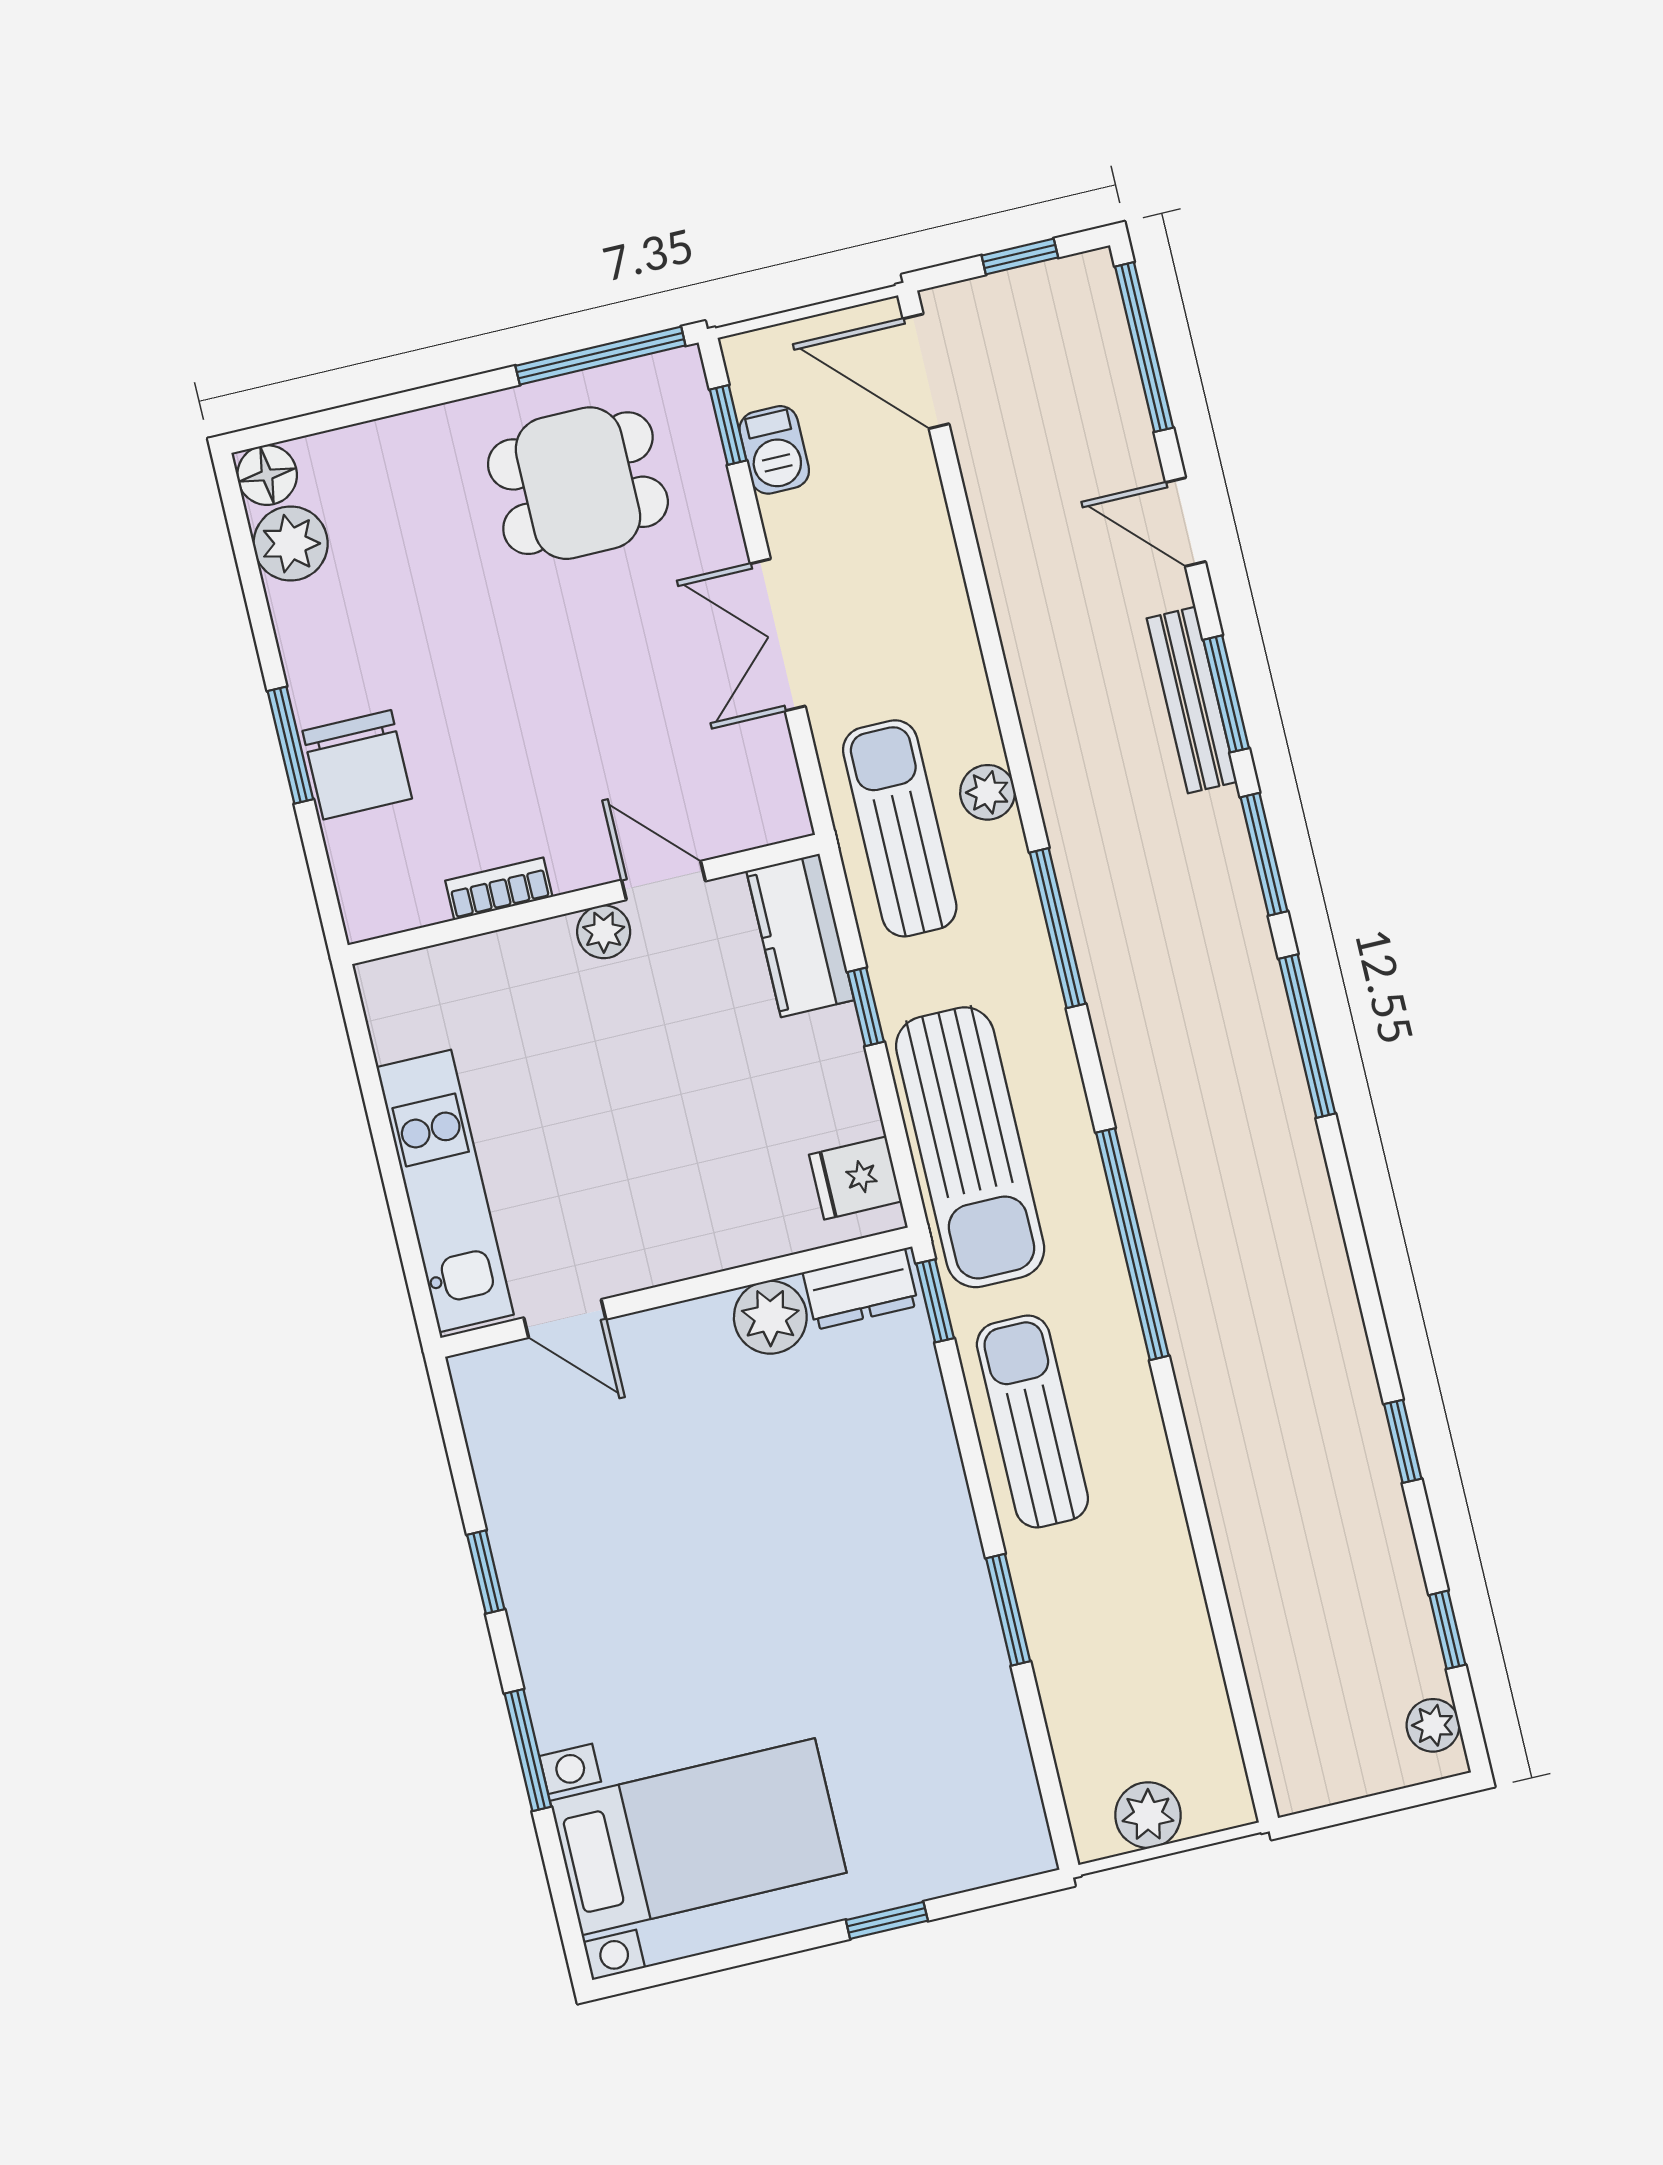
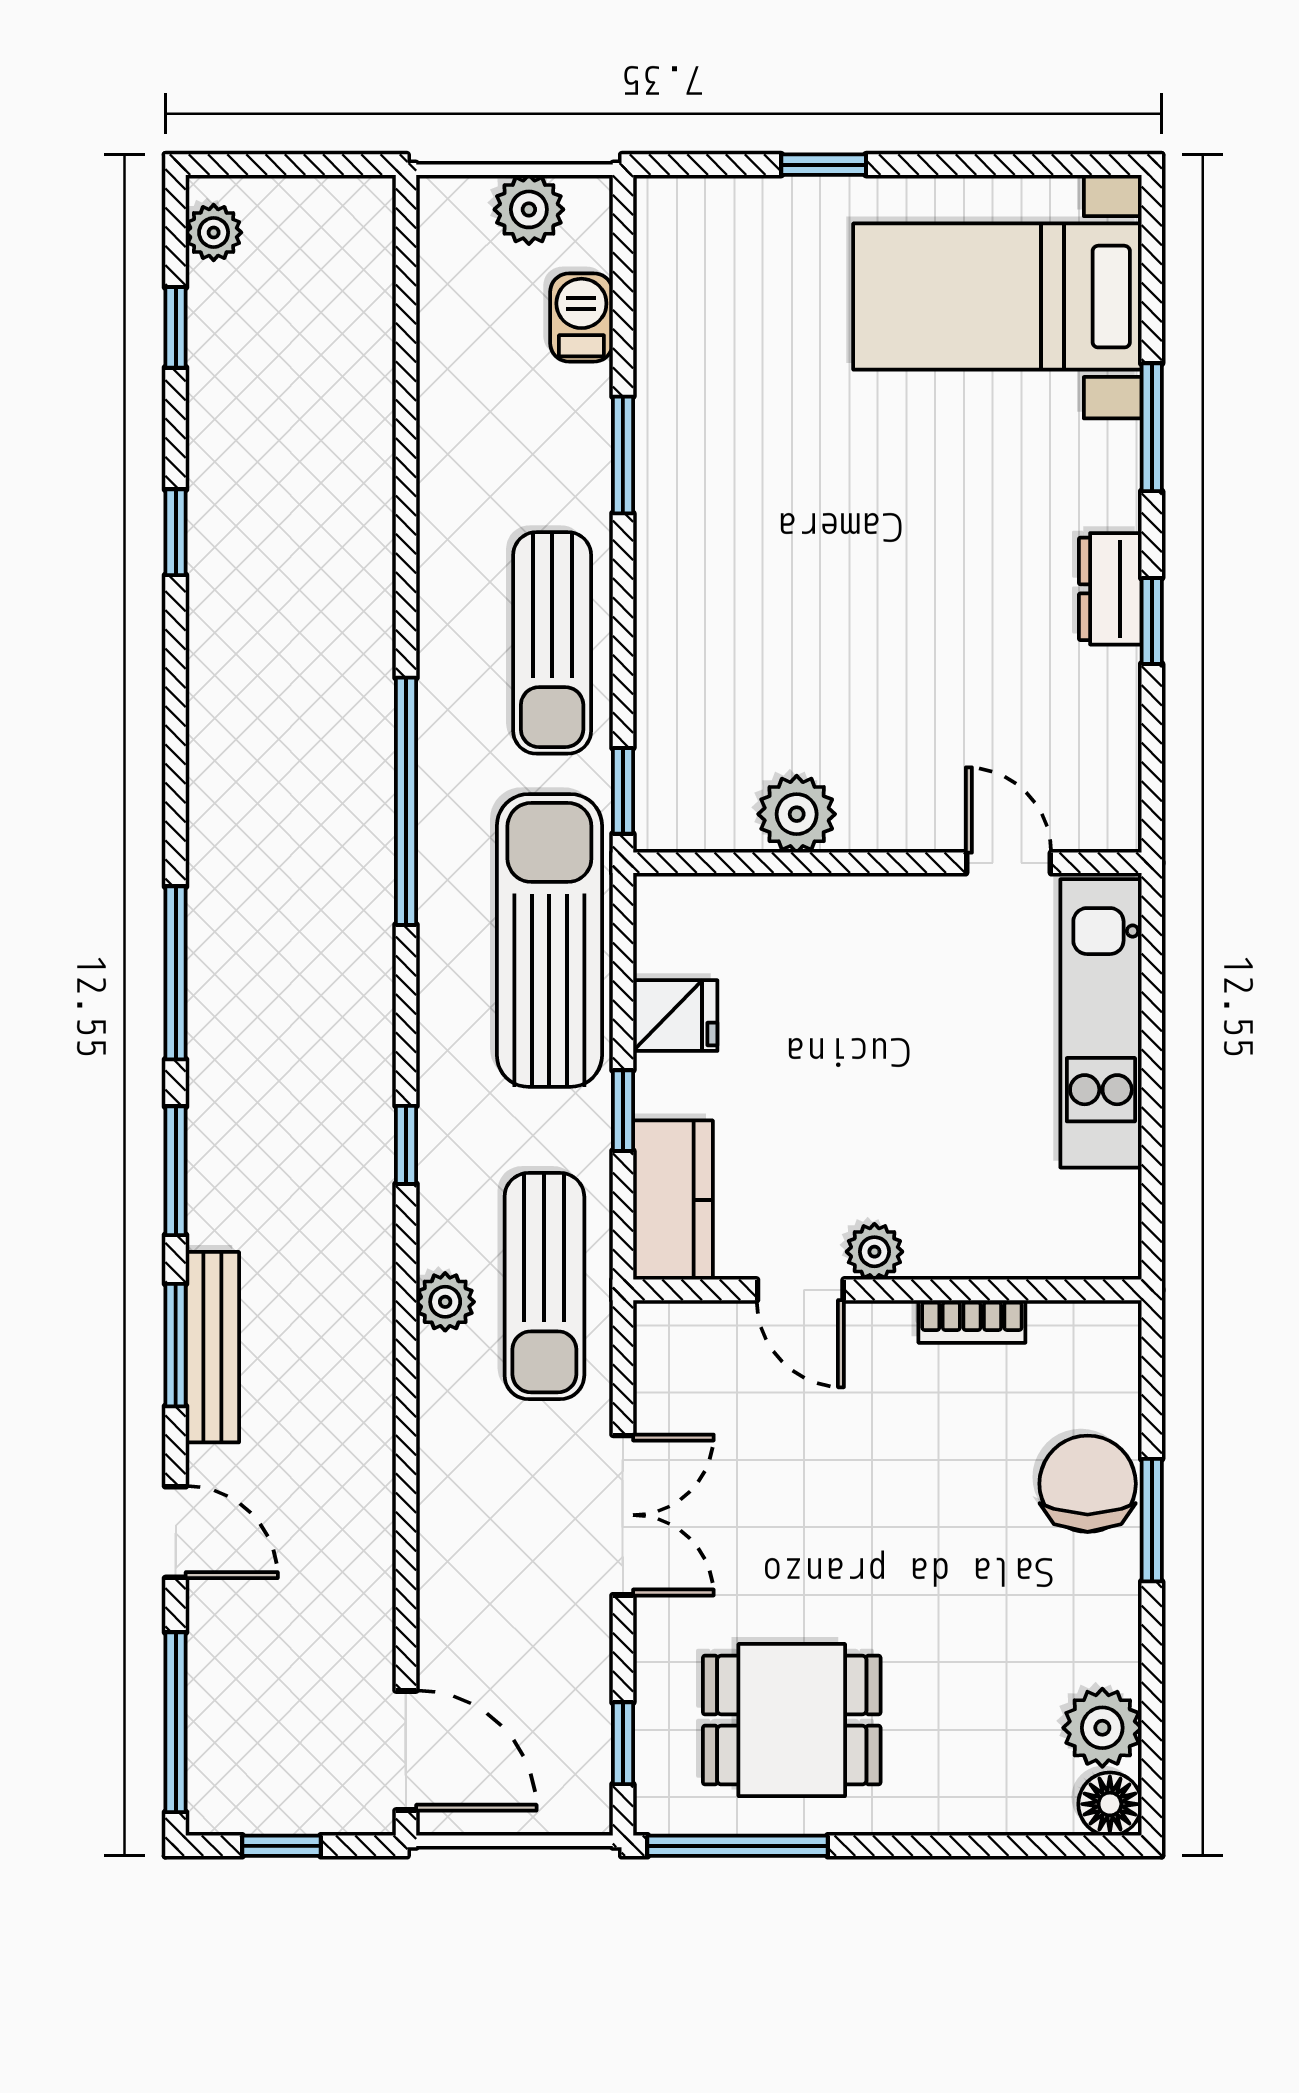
barbecue: (774, 450) -> (581, 318), moved
window: (1058, 928) -> (406, 1145), width x0.46
fridge: (855, 1178) -> (675, 1016), moved
dresser: (860, 1289) -> (1110, 589), moved, turned -90

